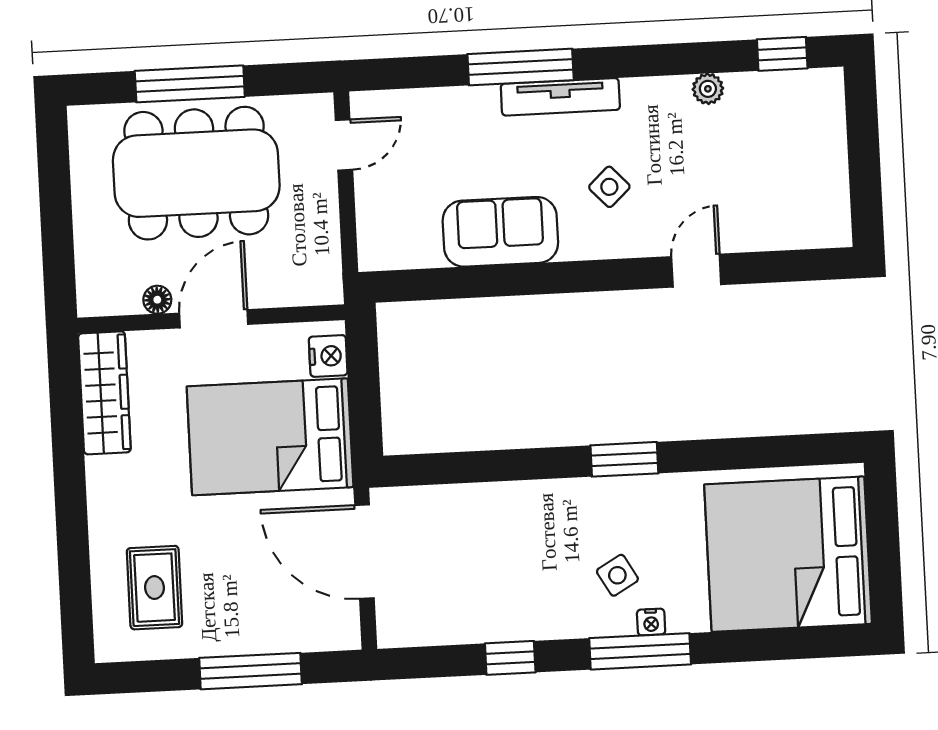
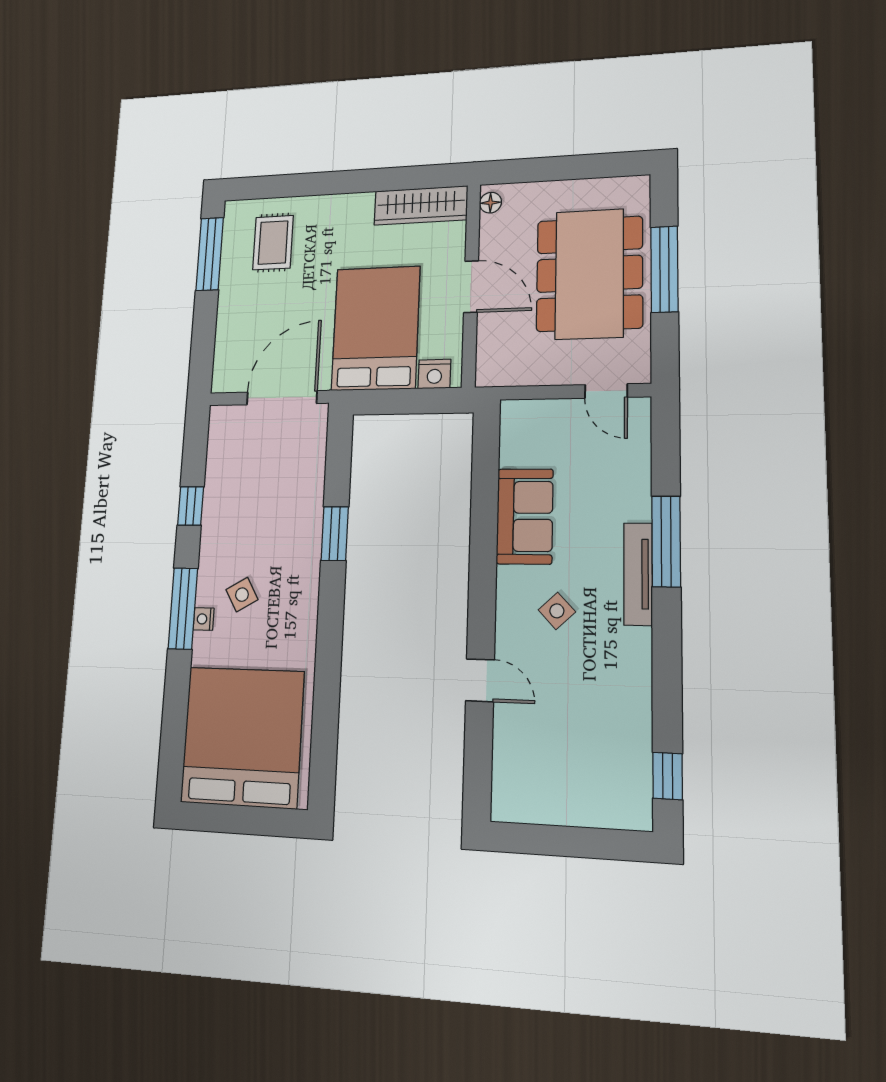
plant: (708, 89) -> (639, 705), removed
floor lamp: (157, 300) -> (490, 203), moved
window: (624, 459) -> (335, 534), moved
rug: (155, 588) -> (273, 243), turned 90
window: (251, 671) -> (210, 254), moved

